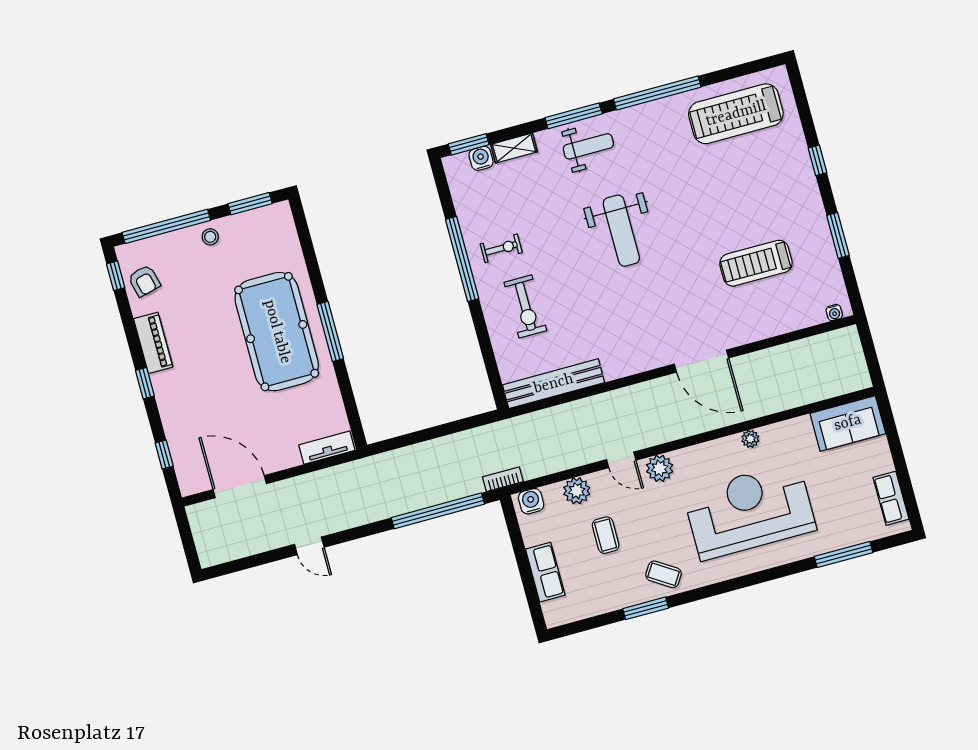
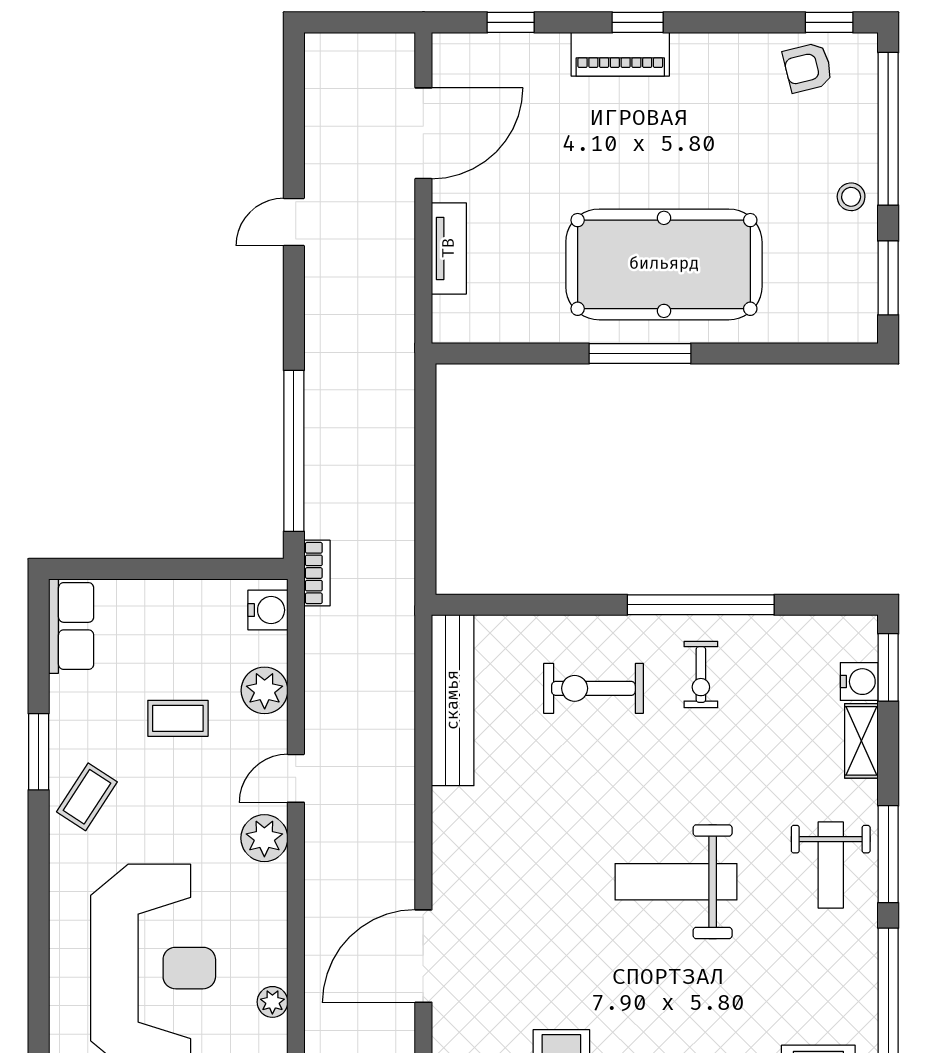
piano: (153, 343) -> (620, 54), moved
tv unit: (327, 448) -> (449, 248), moved
row of seats: (545, 572) -> (71, 626), moved, turned -90

